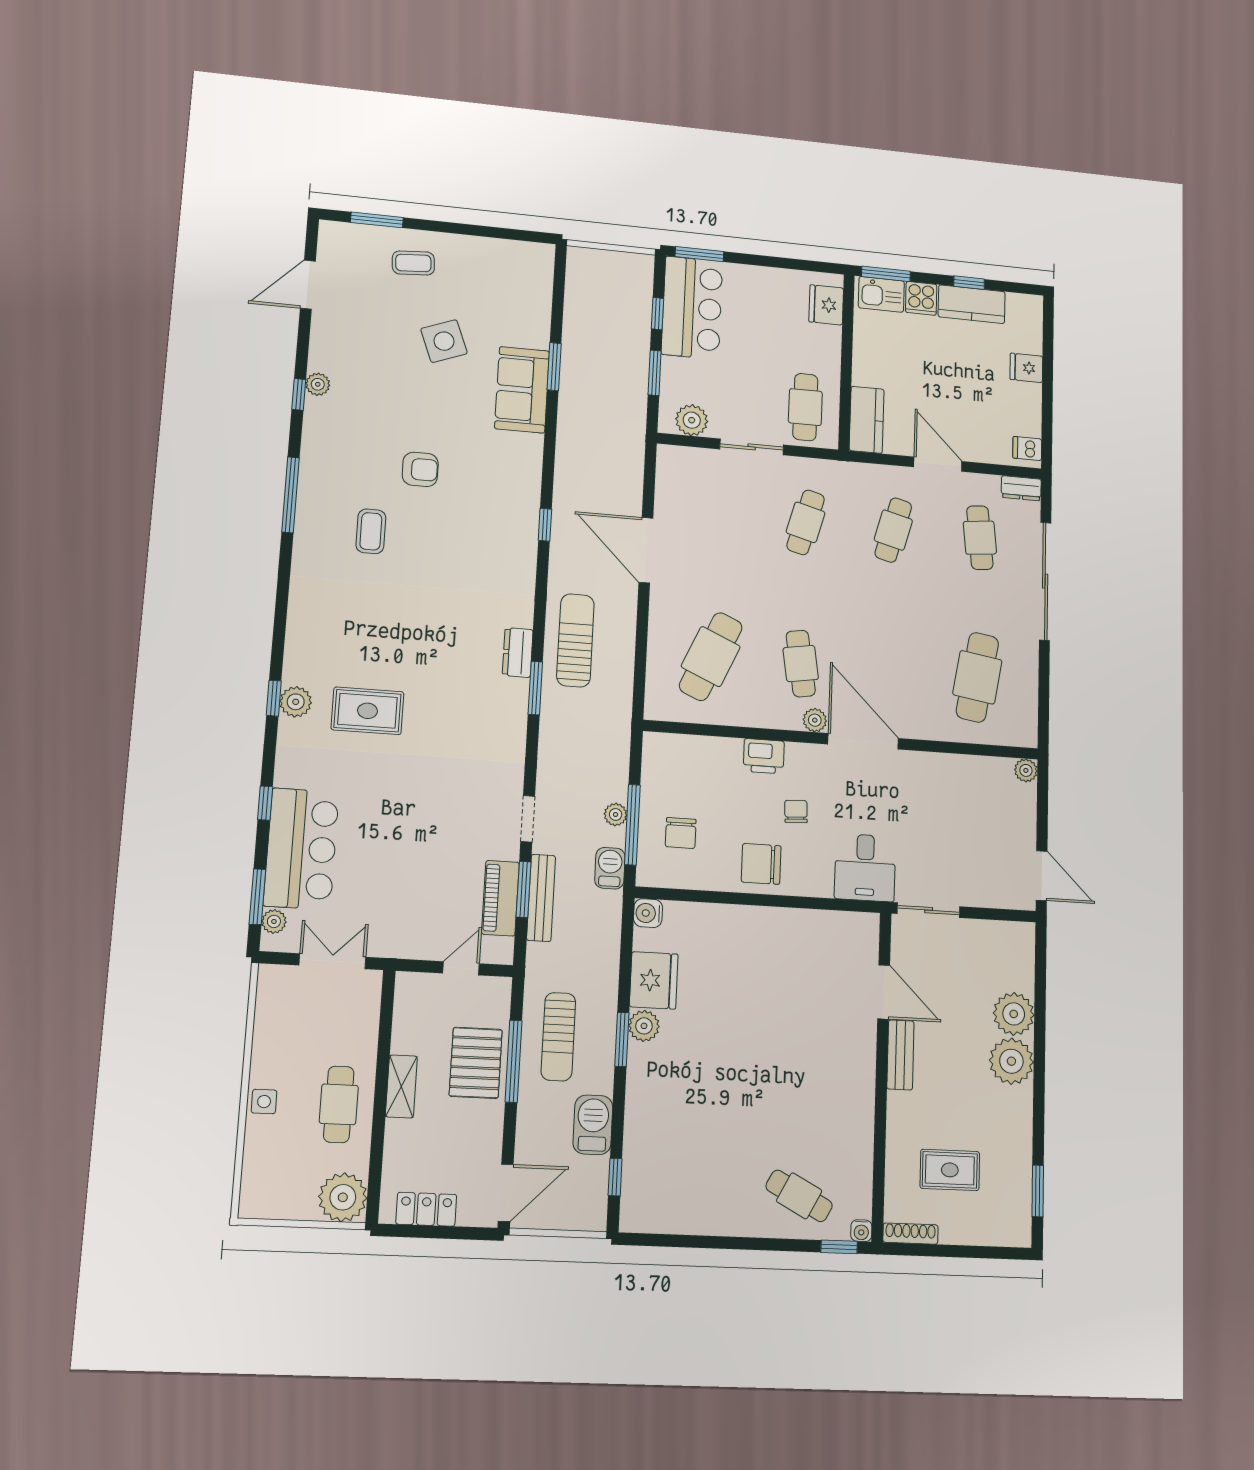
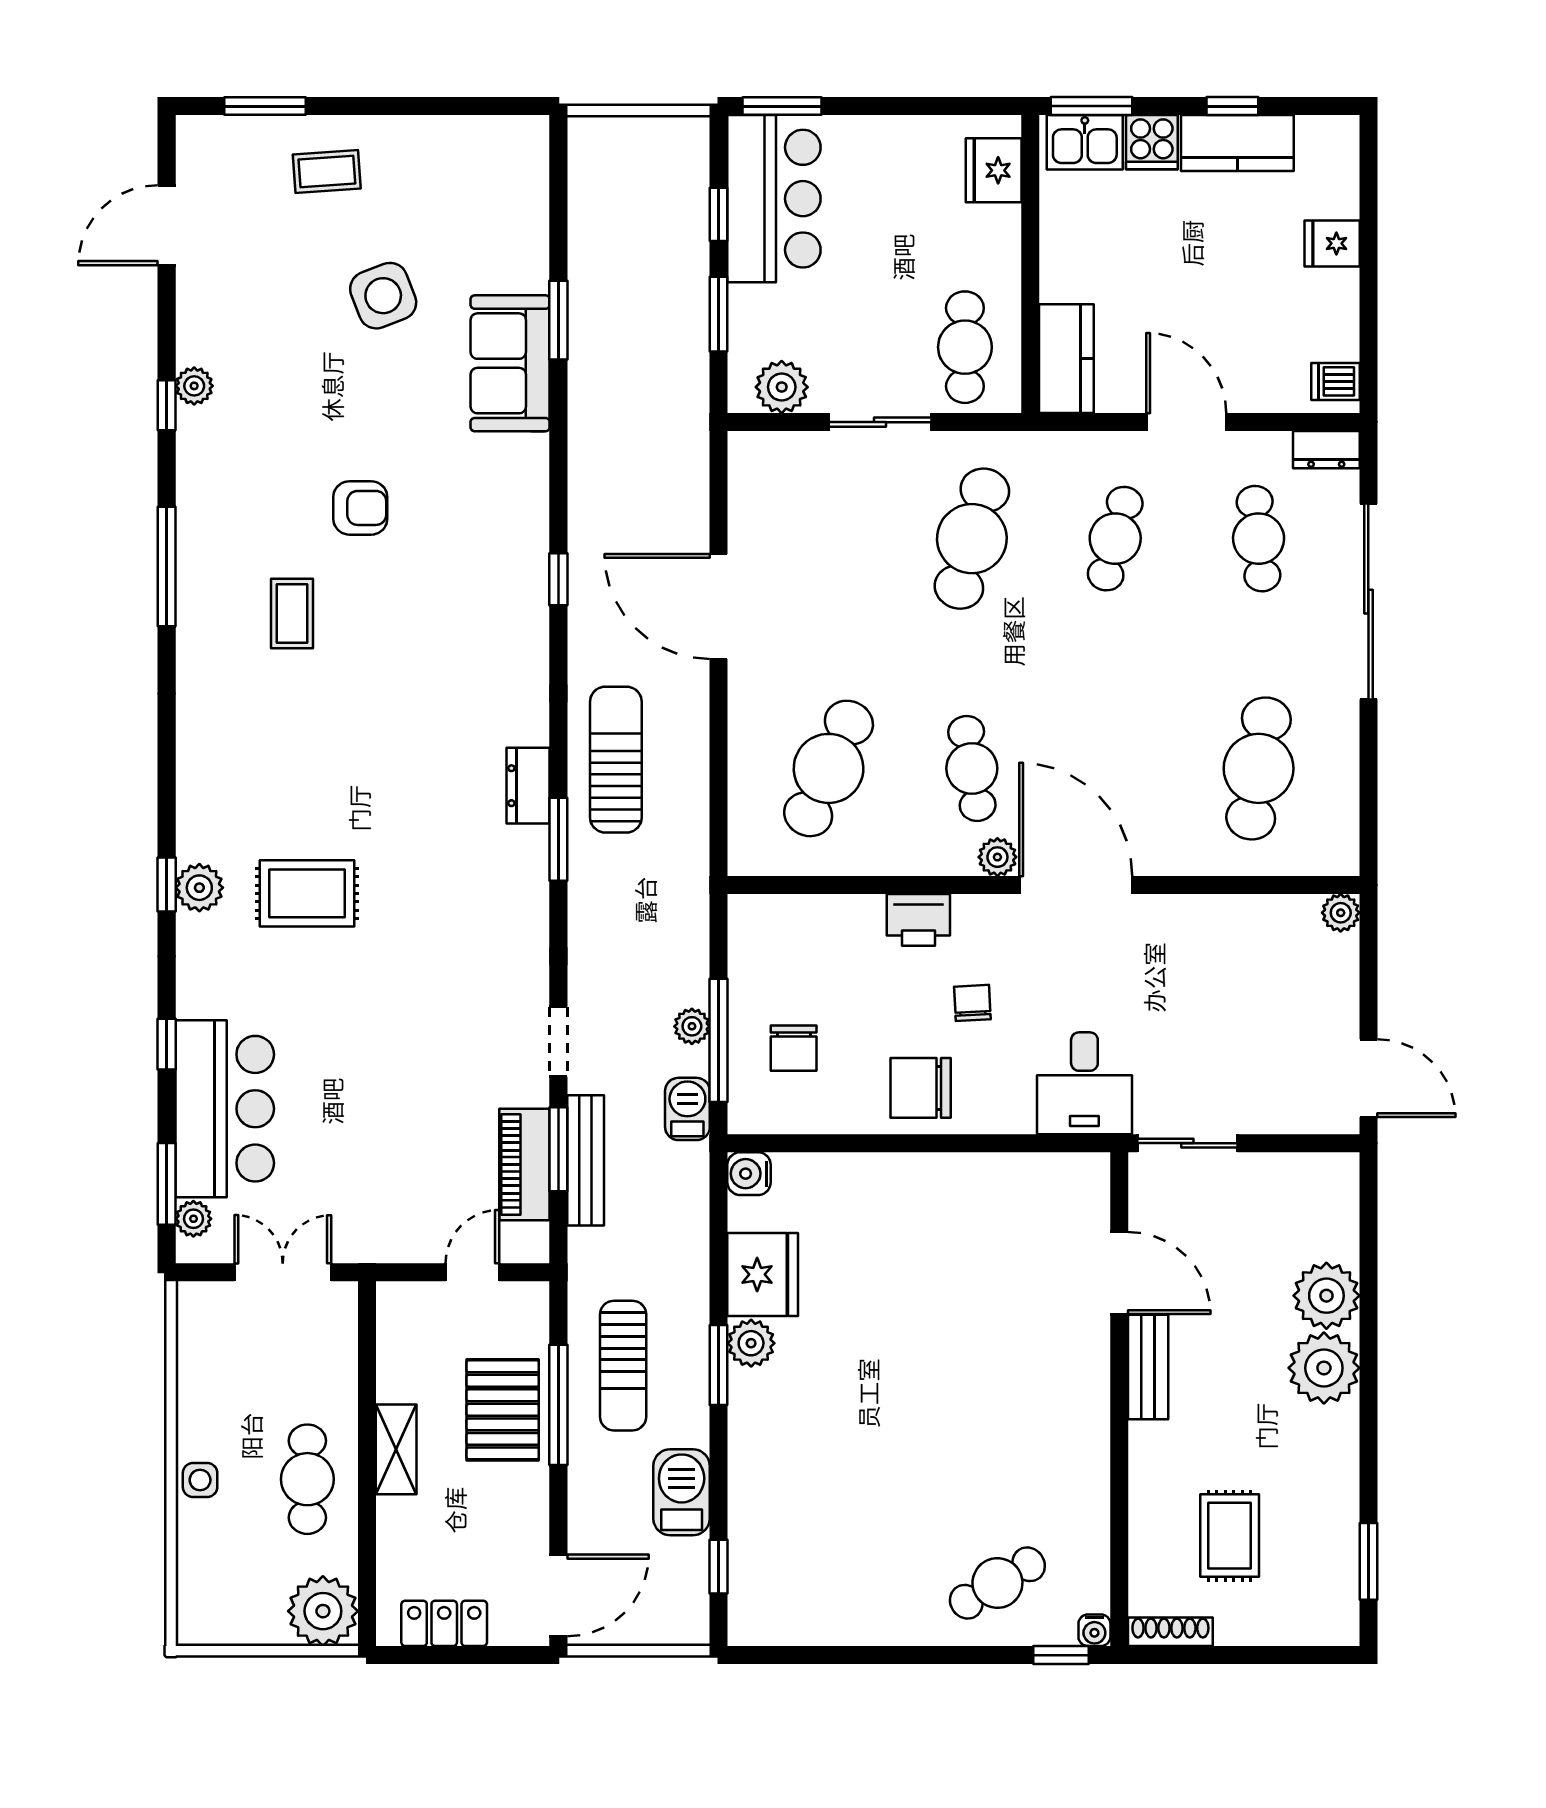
cafe table: (806, 522) -> (972, 539), width x1.37, depth x1.35
rug: (950, 1170) -> (1230, 1536), turned 90
cafe table: (799, 1196) -> (997, 1583), turned -59

